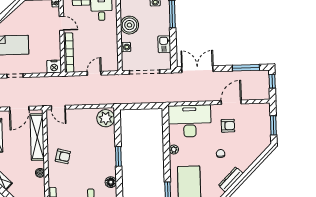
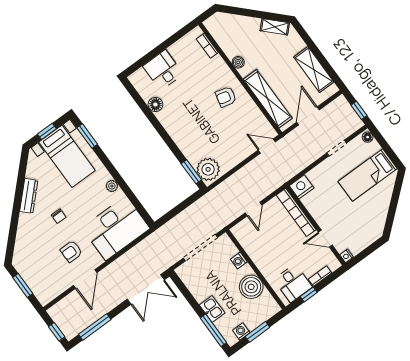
kitchen sink: (164, 44) -> (212, 309), moved
window: (118, 156) -> (191, 172), moved

